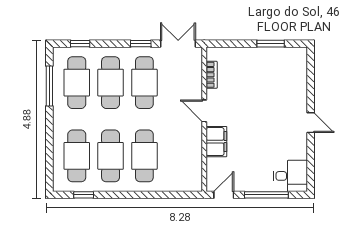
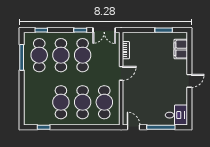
double door: (178, 44) -> (104, 30), swing flipped
door: (204, 111) -> (121, 73), swing flipped
door: (311, 123) -> (189, 81), hinge flipped
filing cabinet: (216, 142) -> (181, 49), moved, turned 180
cafe table: (77, 156) -> (104, 102), moved
door: (224, 195) -> (134, 127), hinge flipped

